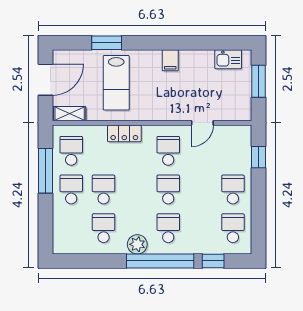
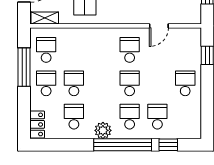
locker: (124, 133) -> (37, 124), moved, turned -90
school desk: (233, 228) -> (157, 117), moved

